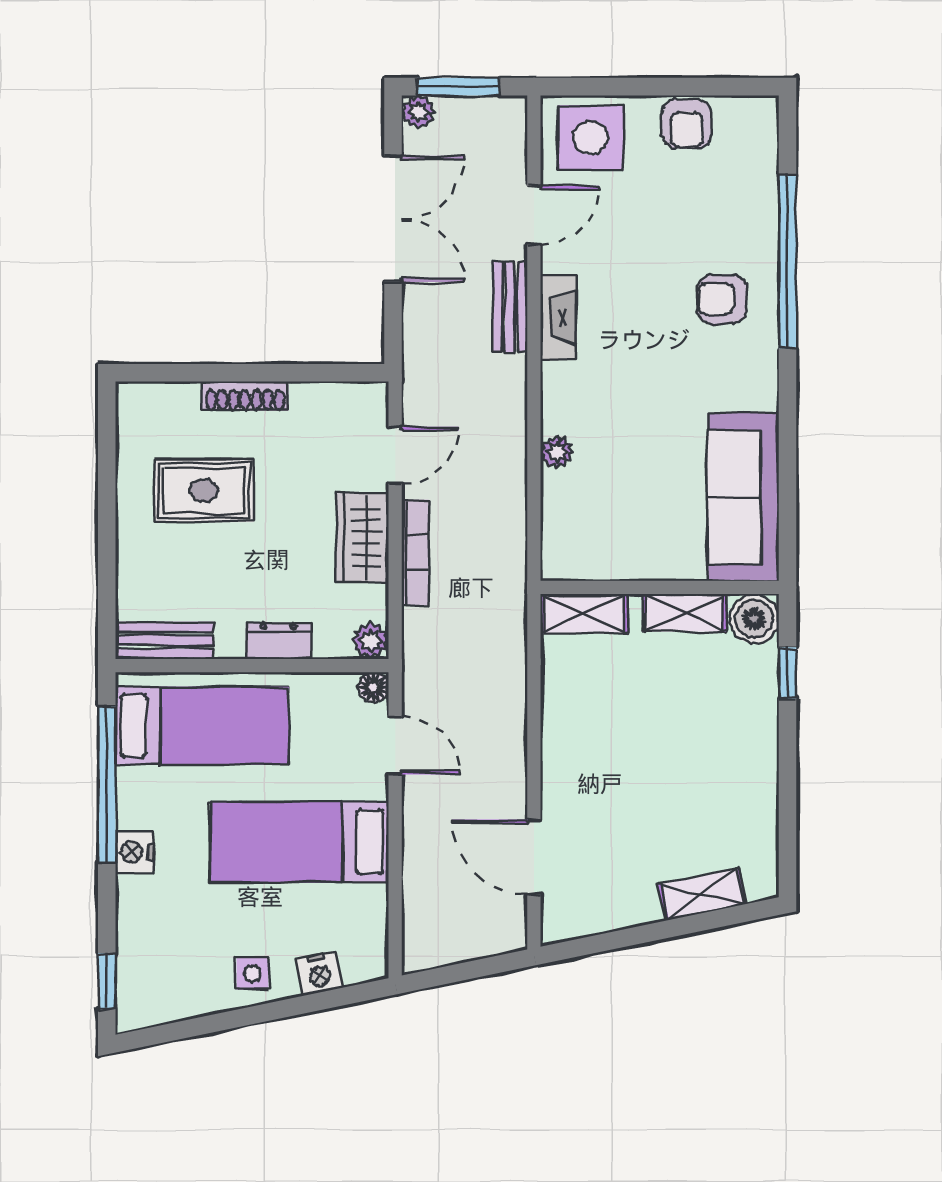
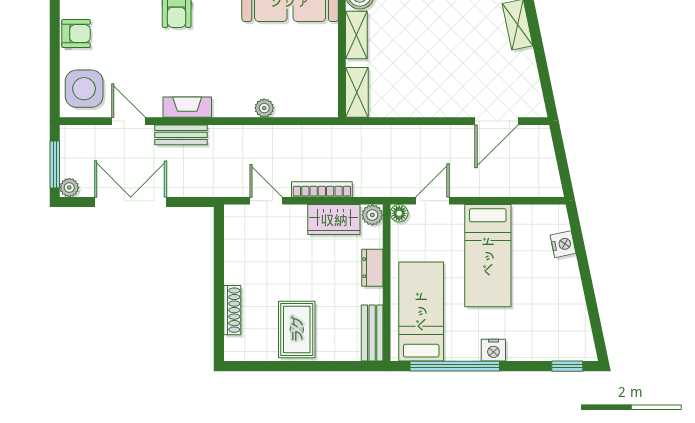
shoe rack: (245, 396) -> (232, 310), moved
rug: (204, 491) -> (297, 329), moved
wardrobe: (362, 538) -> (334, 220), moved
side table: (252, 974) -> (563, 283), removed

